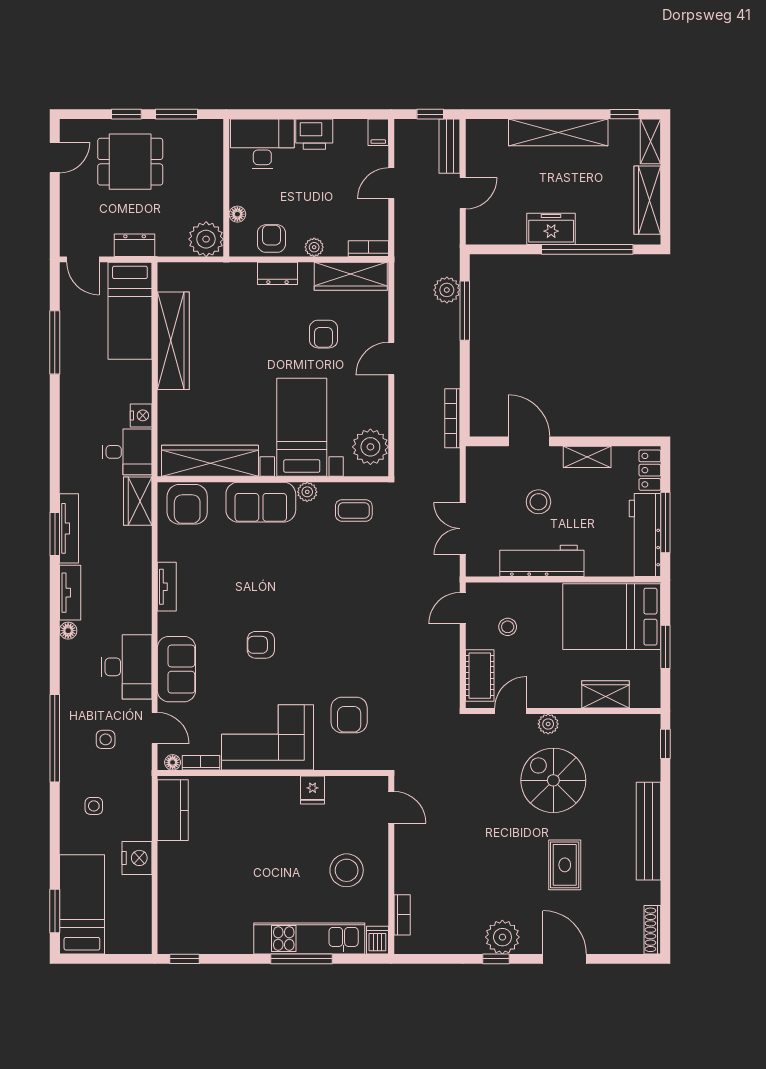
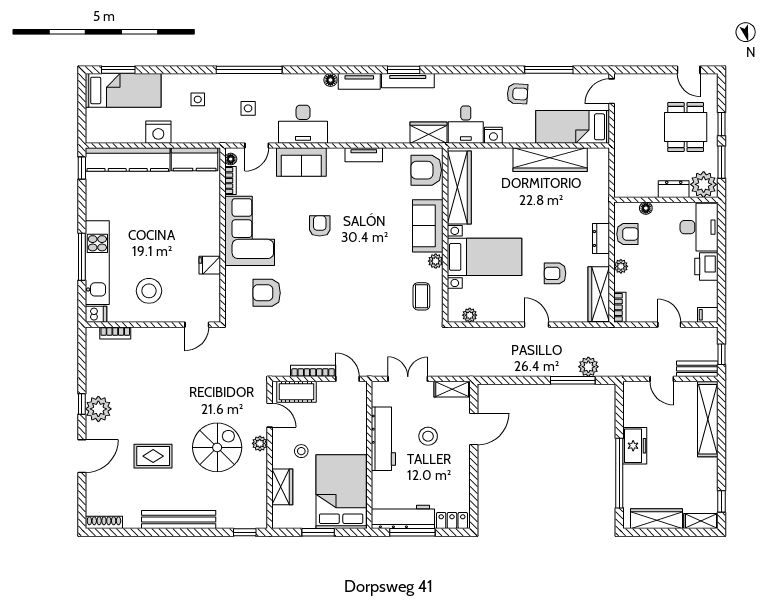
shelving: (558, 132) -> (708, 419), moved
plant: (206, 239) -> (704, 184), moved
dresser: (135, 245) -> (674, 189), moved, turned -90
armchair: (86, 384) -> (517, 94), added
bookcase: (452, 418) -> (313, 371), moved
plant: (370, 447) -> (470, 315), width x0.53, depth x0.53
shelving: (587, 457) -> (452, 389), moved, turned 90
stool: (508, 627) -> (301, 451), moved
kitchen counter: (173, 898) -> (128, 160), added

